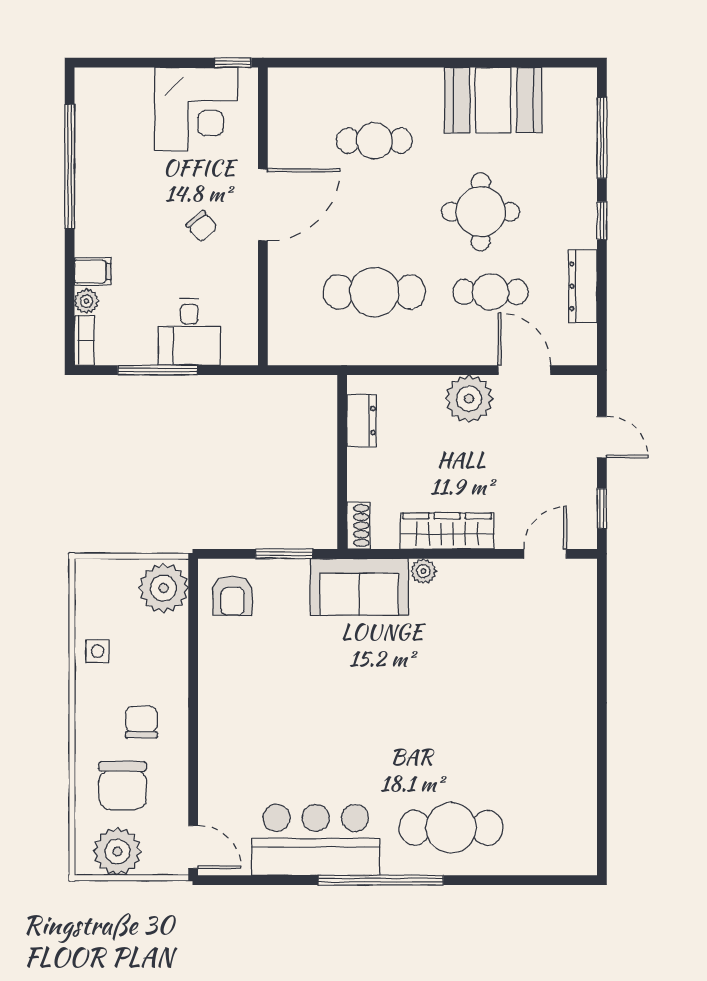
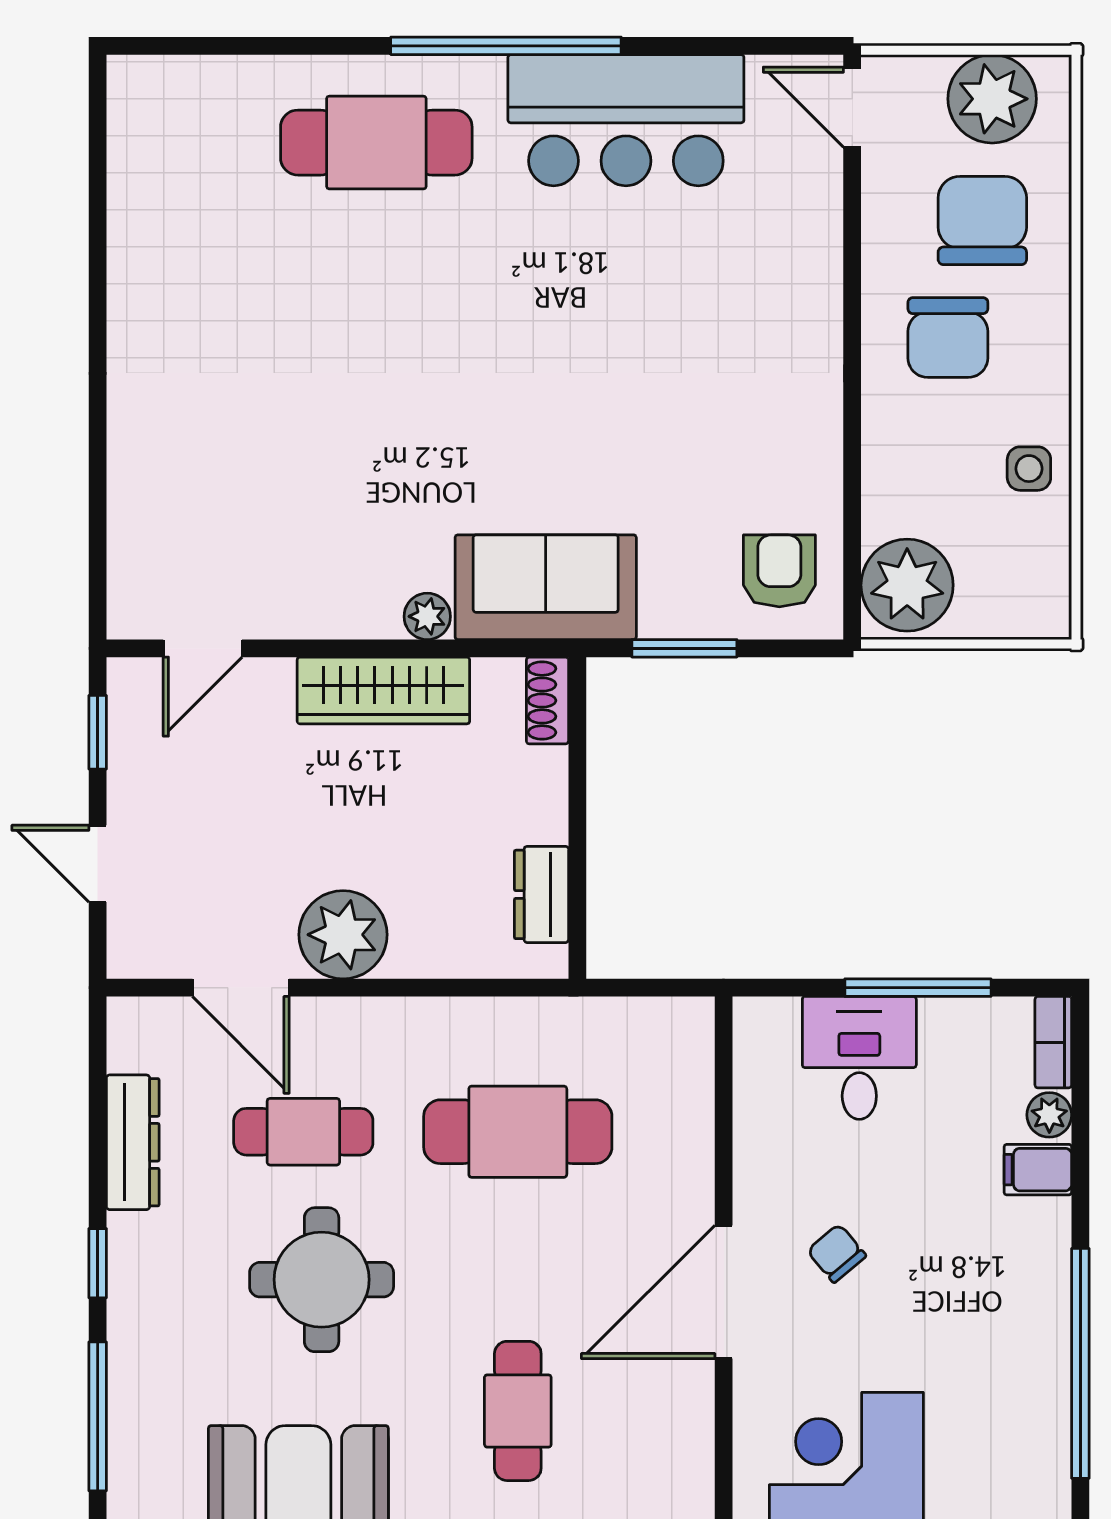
cafe table: (374, 141) -> (518, 1411), turned 90
chair: (141, 722) -> (948, 338), width x1.37, depth x1.37

